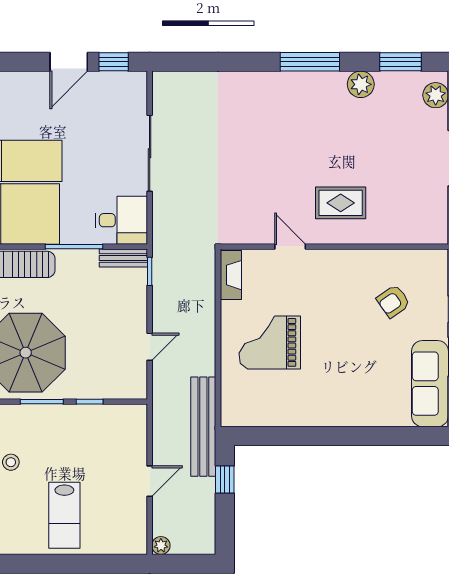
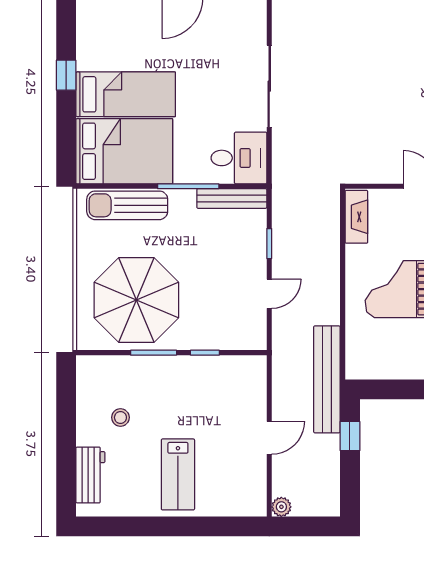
bench: (123, 258) -> (232, 198), width x1.36
window: (150, 271) -> (269, 244), moved

